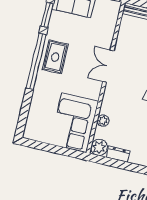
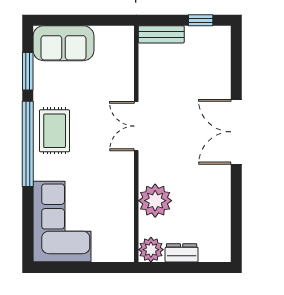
plant: (103, 121) -> (155, 201), width x1.87, depth x1.87
corner sofa: (74, 123) -> (62, 221), moved, turned 180

